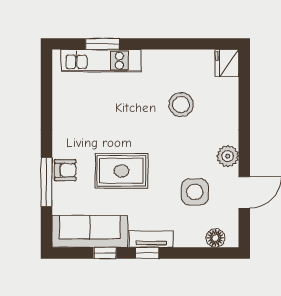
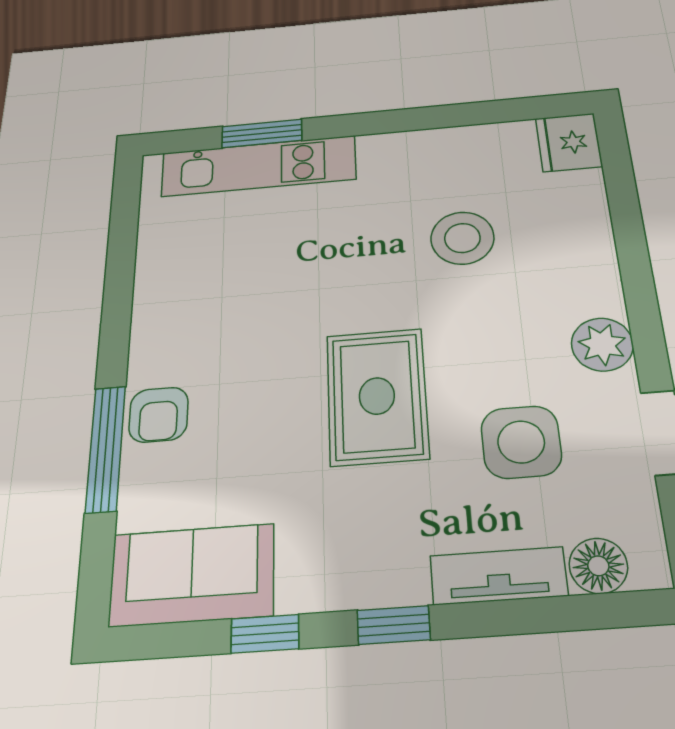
armchair: (65, 170) -> (159, 415), turned 90
rug: (121, 171) -> (377, 396), moved, turned 90
sofa: (90, 231) -> (192, 575), width x0.73
tv unit: (151, 239) -> (498, 576), moved

